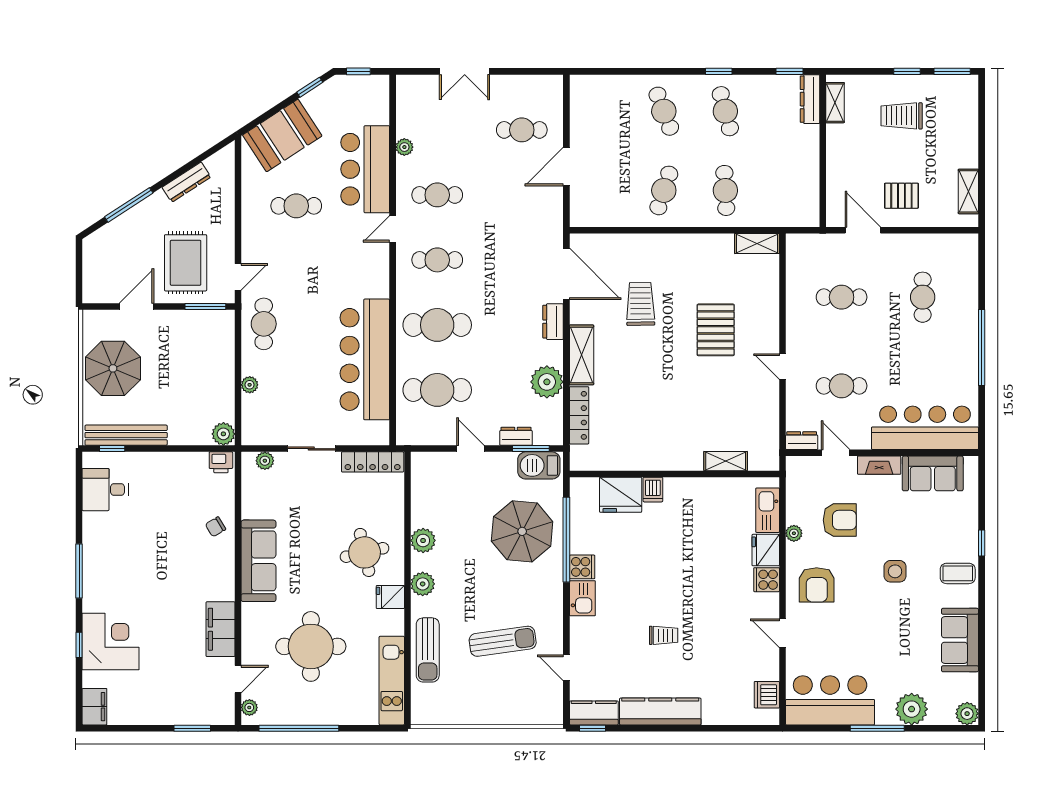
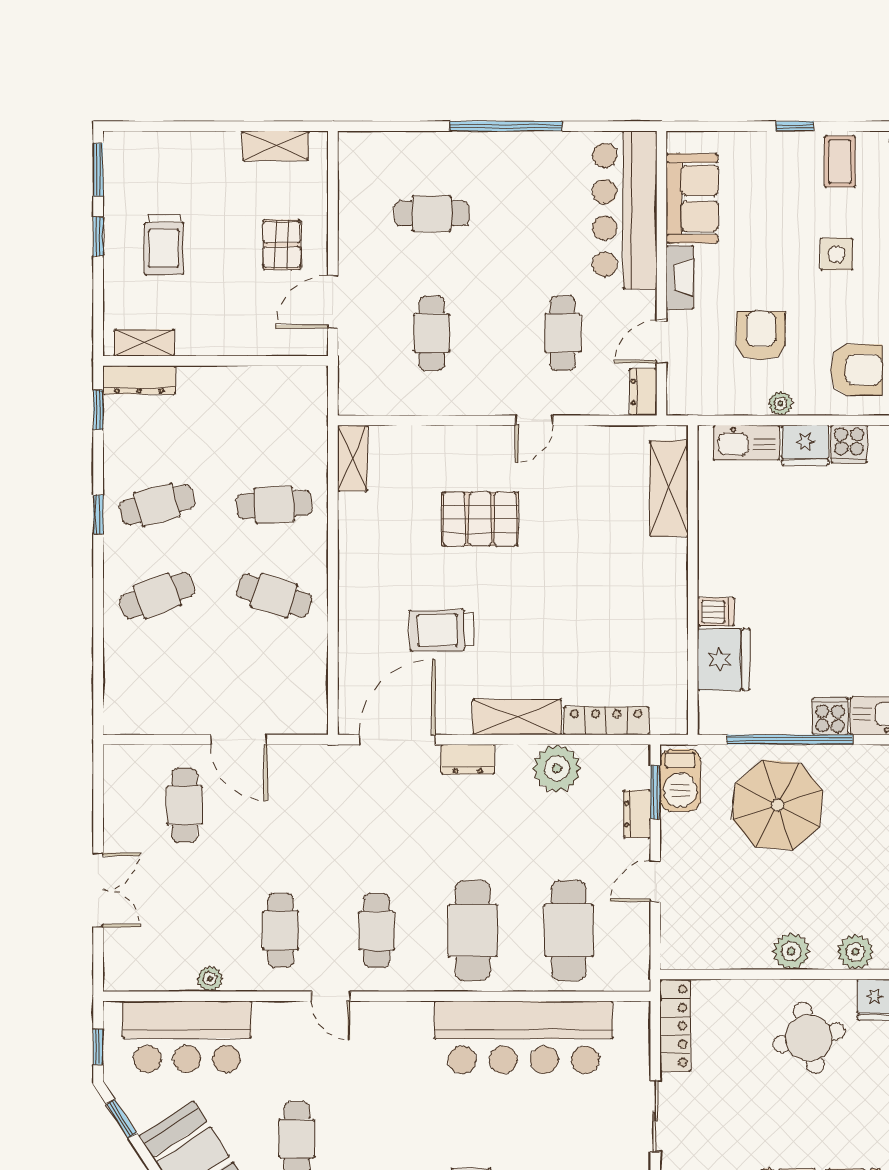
bar counter: (365, 169) -> (187, 1037), moved
shelving: (726, 461) -> (669, 488), width x1.50, depth x1.33

